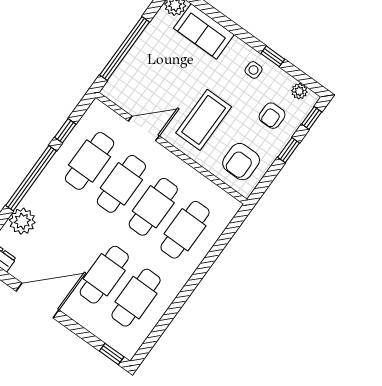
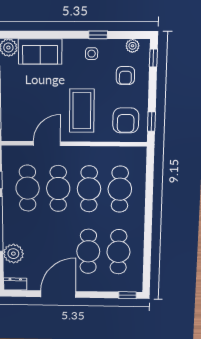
window: (289, 150) -> (151, 122), moved

